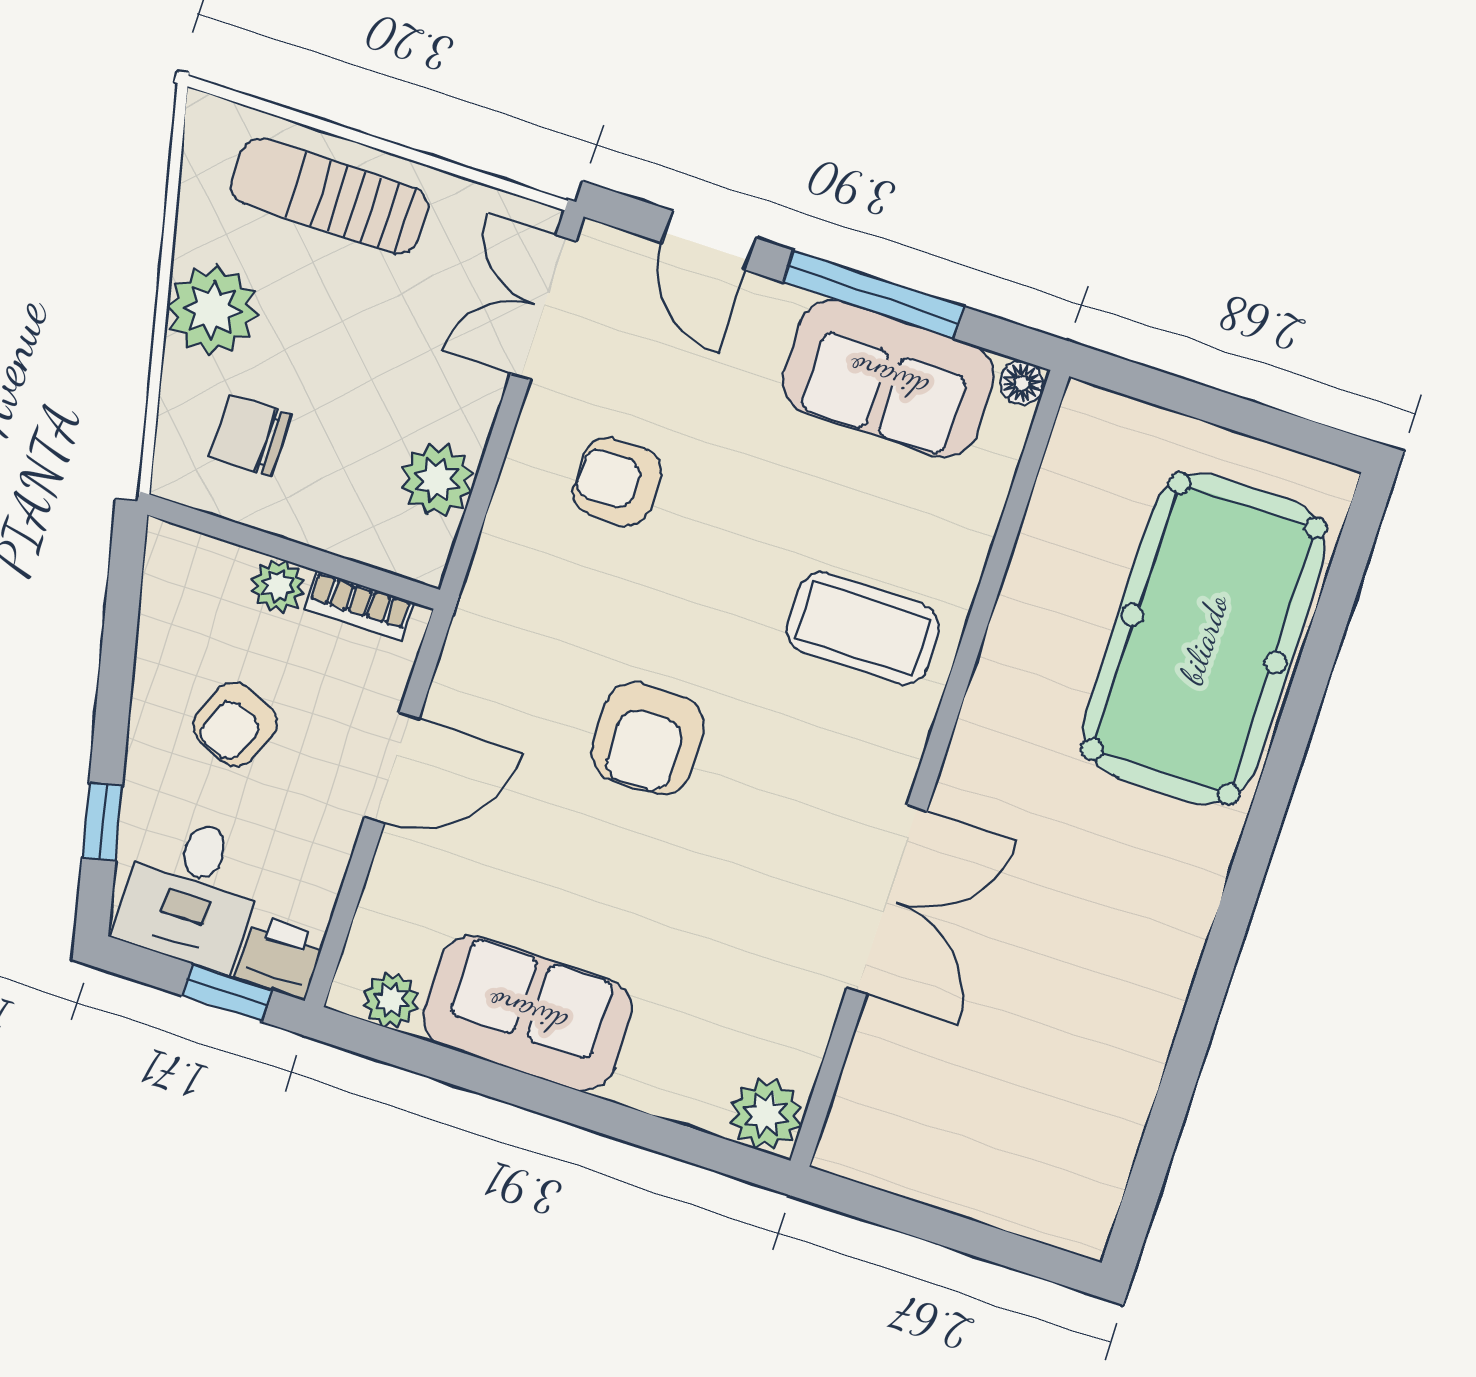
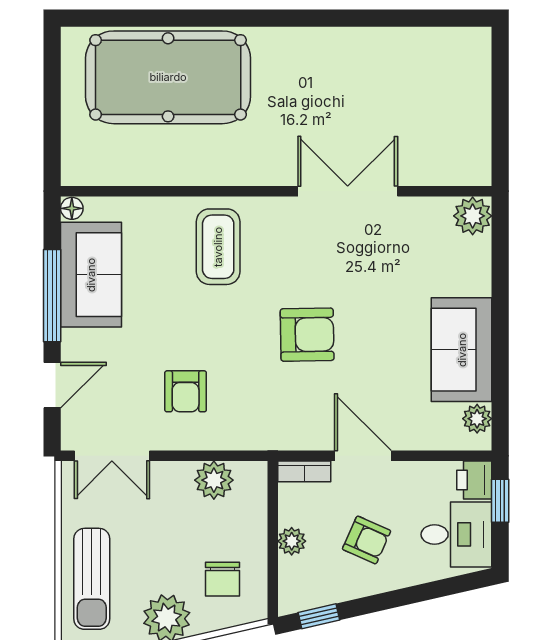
bookcase: (359, 606) -> (304, 471), moved, turned 90
window: (102, 822) -> (319, 616), moved

